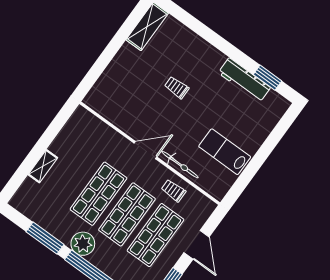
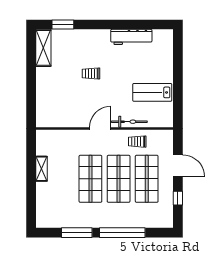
window: (267, 78) -> (63, 25), moved
shelving: (43, 166) -> (42, 169), moved
plant: (83, 244) -> (104, 218), removed

